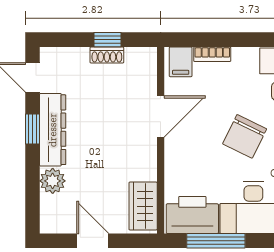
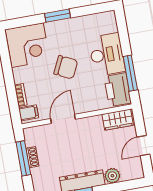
window: (107, 40) -> (23, 158), width x2.17
door: (161, 117) -> (63, 119), hinge flipped

